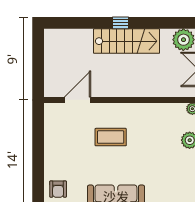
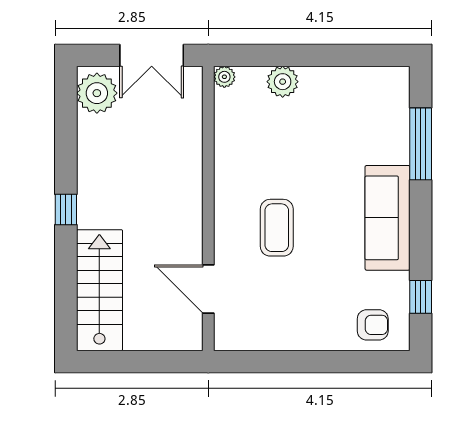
stairs: (127, 41) -> (99, 290), moved

